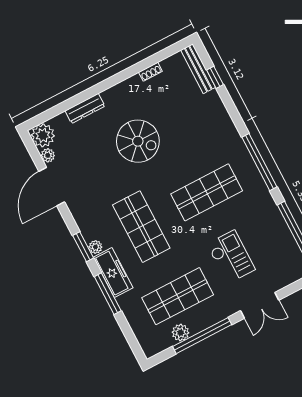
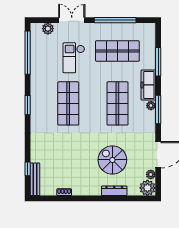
spiral stairs: (138, 141) -> (112, 160), moved
window: (259, 162) -> (28, 105), width x0.47
shop shelf: (207, 192) -> (68, 103), turned 90
window: (83, 247) -> (158, 109), width x1.44
window: (108, 294) -> (158, 62), moved
plant: (181, 333) -> (48, 29), moved

